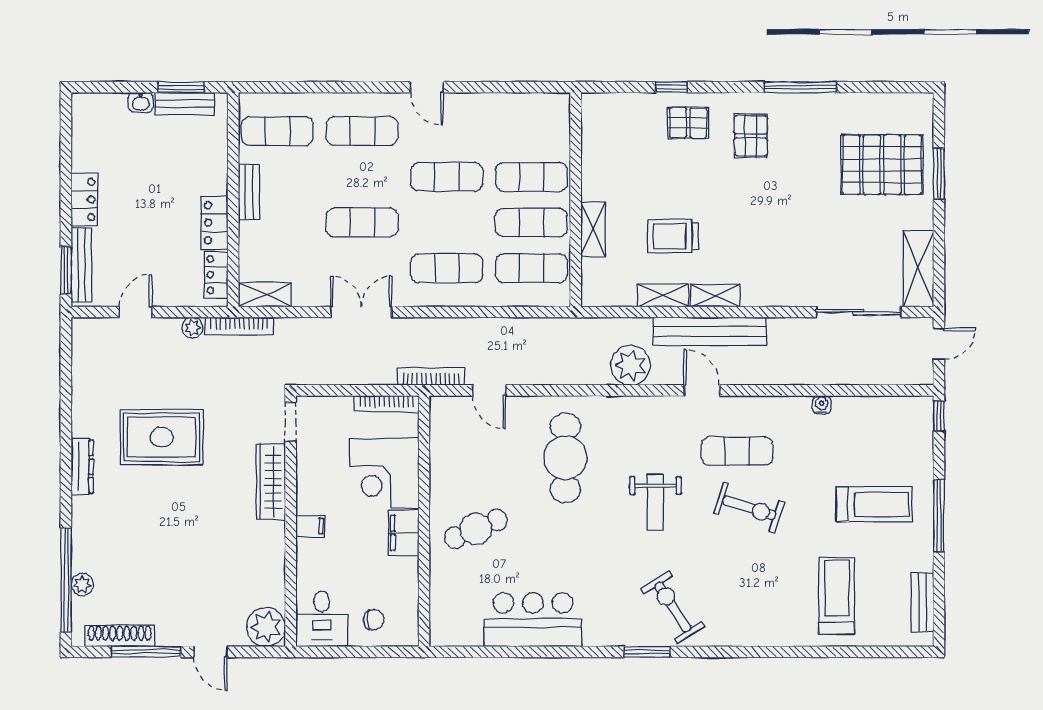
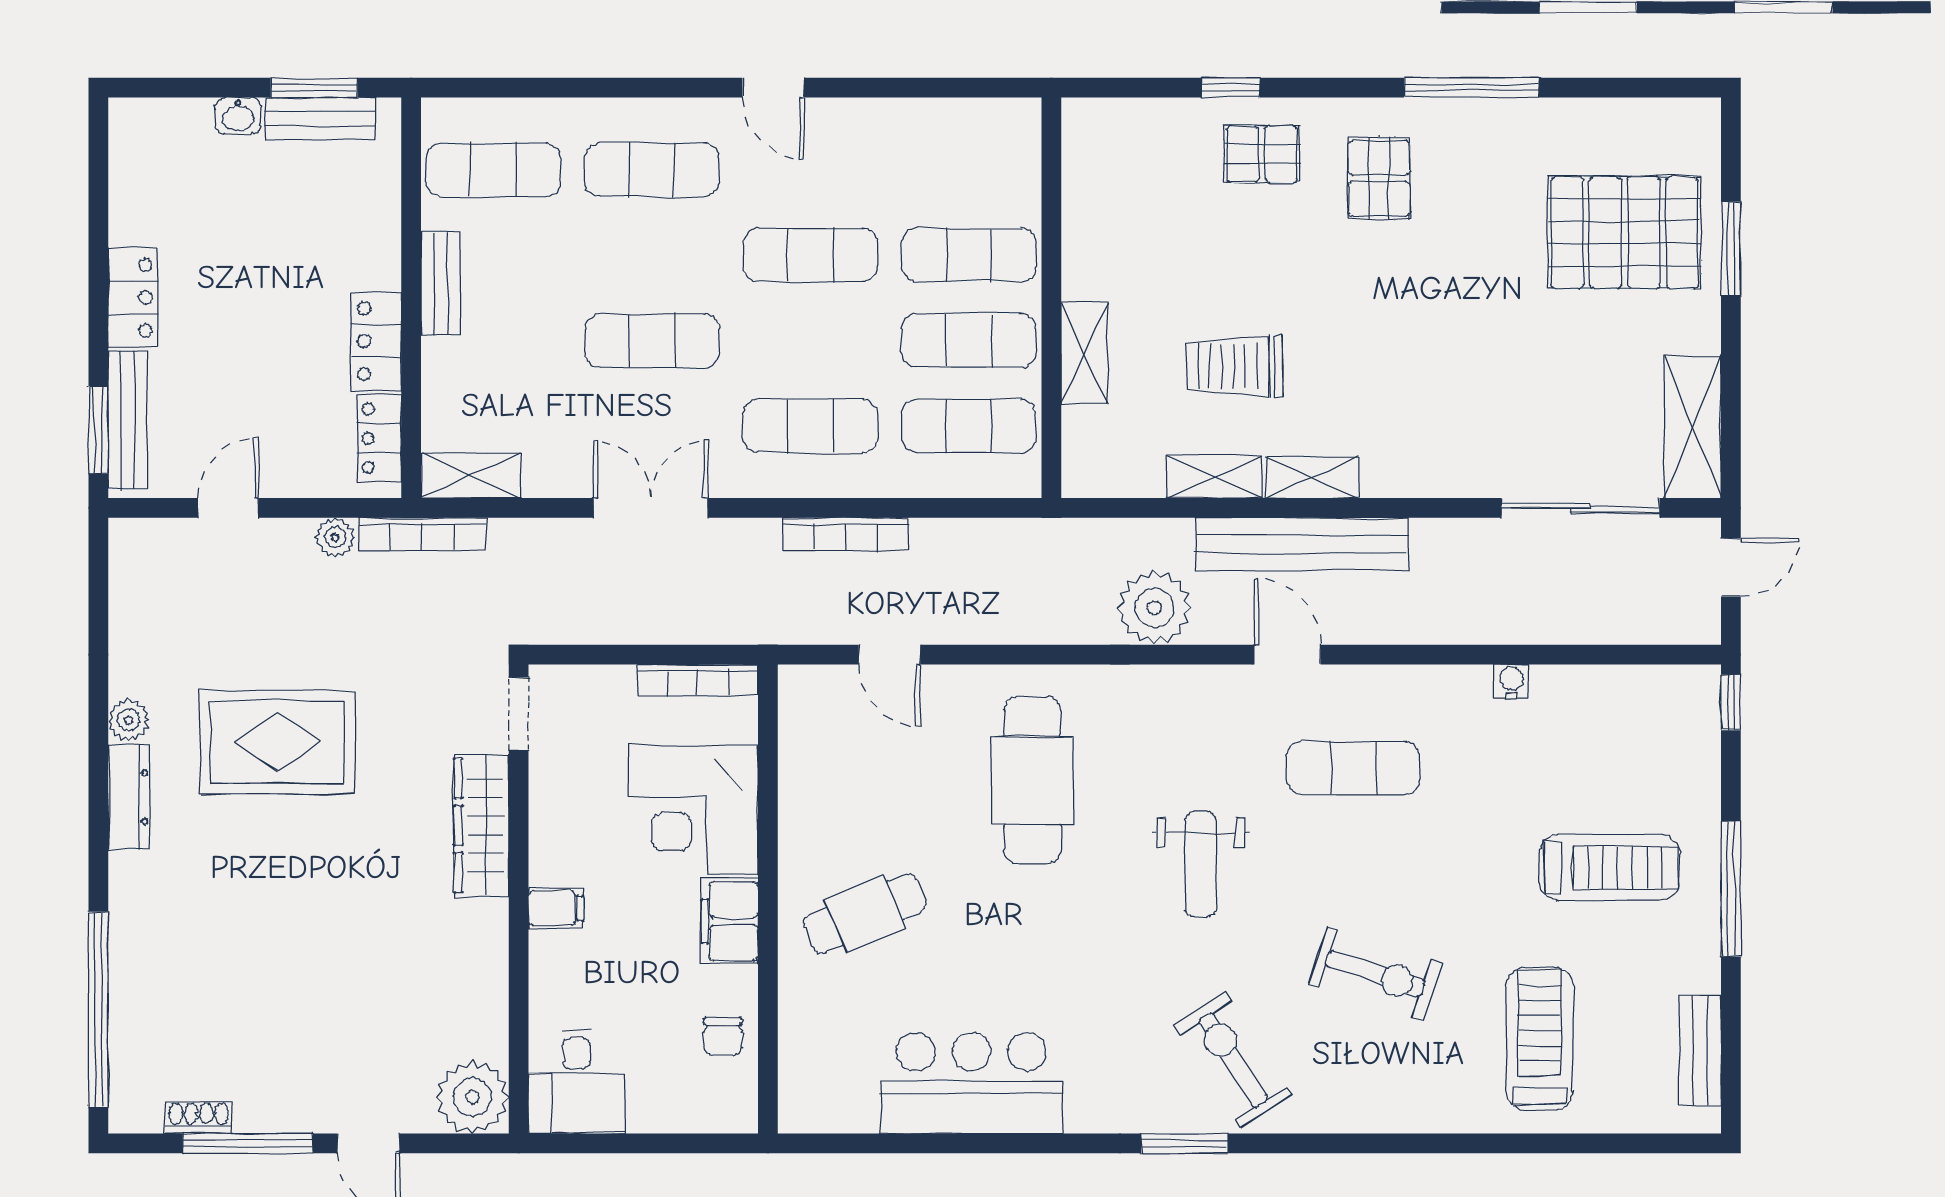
bookcase: (431, 377) -> (846, 534), moved, turned 180
exercise bike: (749, 508) -> (1375, 974), moved
plant: (82, 584) -> (129, 720), moved
chair: (374, 620) -> (723, 1036), moved, turned 90
shoe rack: (120, 636) -> (199, 1117), width x0.51, depth x0.81

